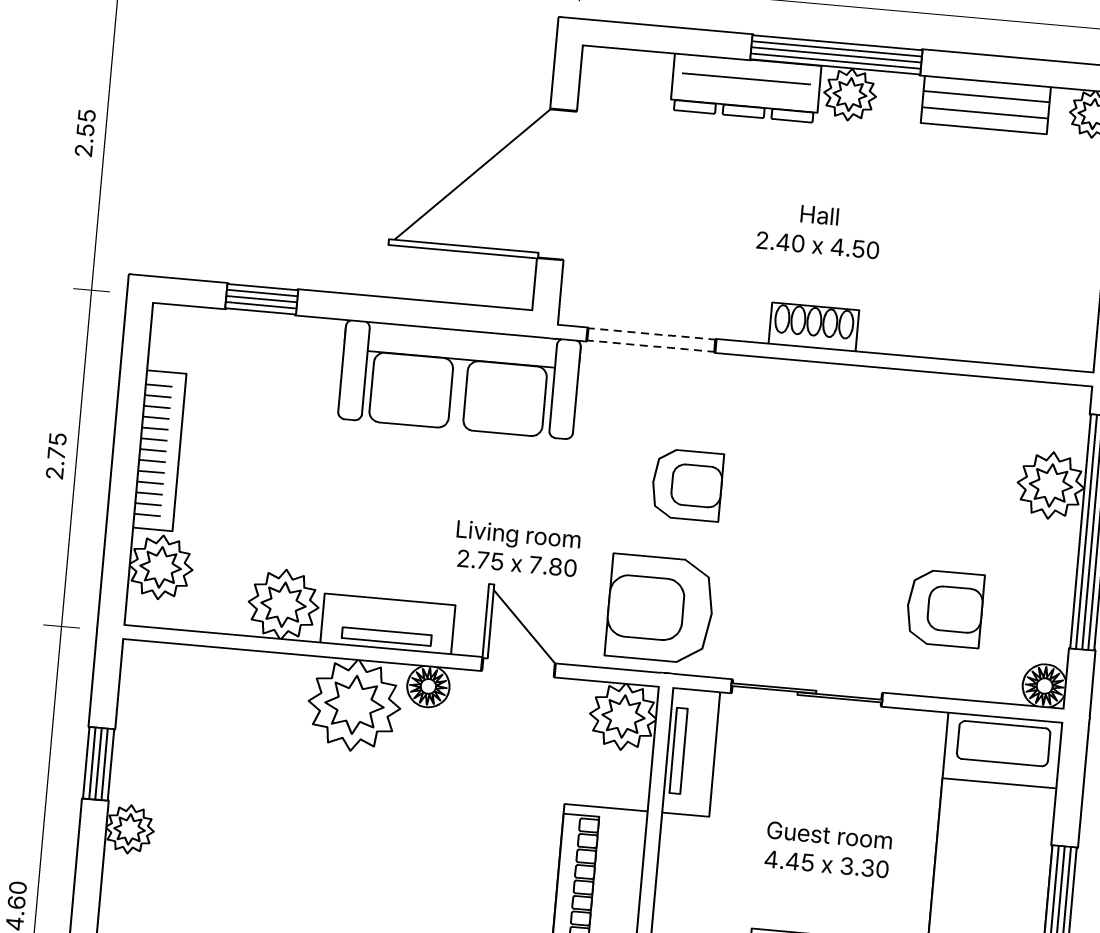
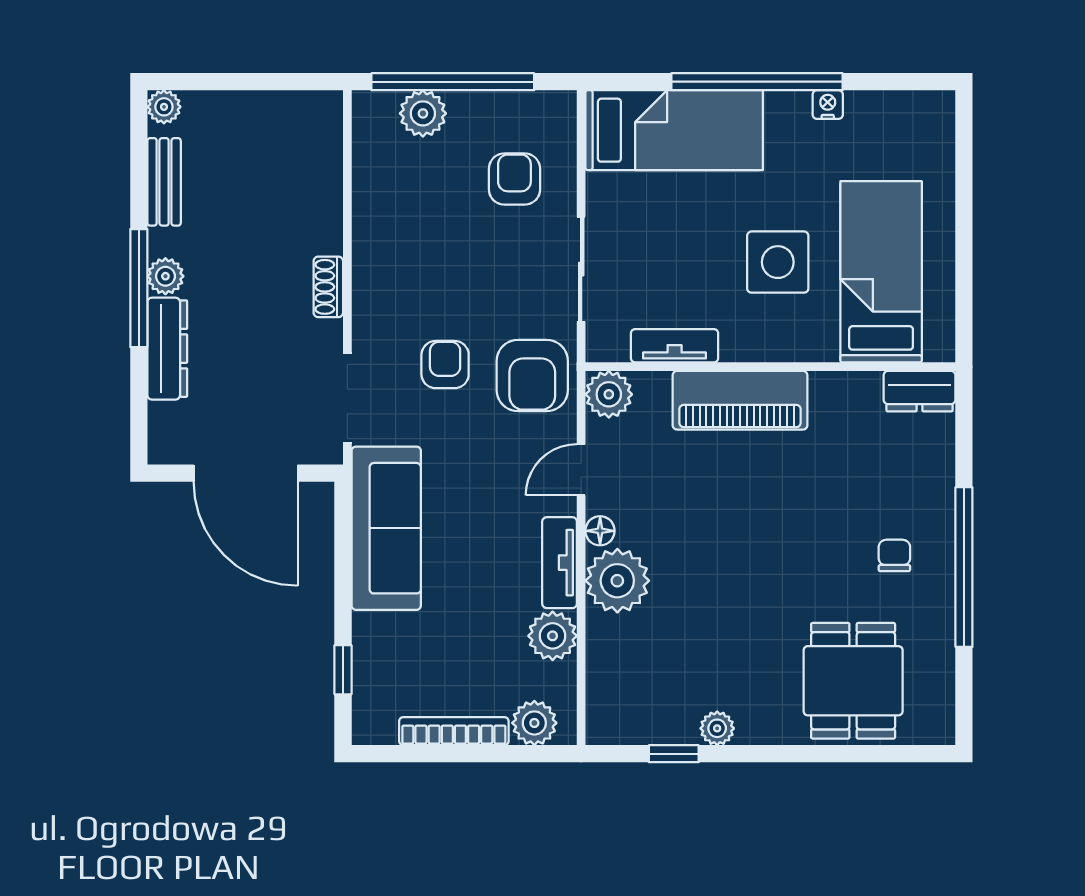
floor lamp: (1045, 686) -> (562, 105), removed
tv unit: (691, 752) -> (675, 346), moved

